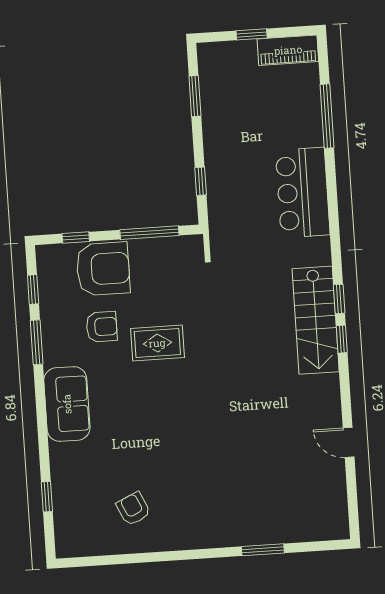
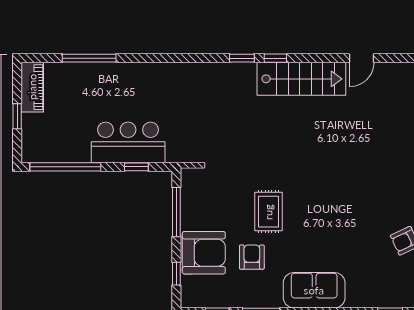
window: (195, 96) -> (65, 167), width x2.11
bar counter: (303, 193) -> (128, 142), moved, turned 180
armchair: (103, 269) -> (204, 253), turned 90
stairs: (316, 320) -> (301, 79), moved

